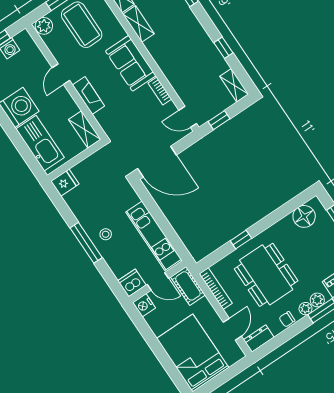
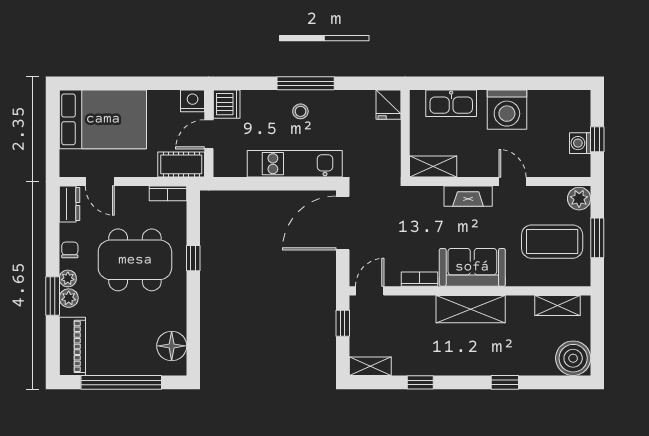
shelving: (139, 24) -> (471, 309), moved, width x1.50, depth x1.33
kitchen sink: (40, 143) -> (451, 103), width x0.73, depth x0.81
kitchen unit: (154, 236) -> (295, 164), moved
bookcase: (216, 289) -> (168, 193), width x0.64

